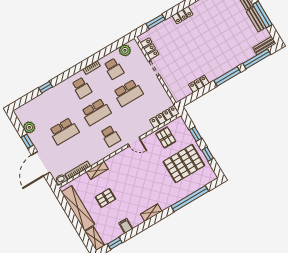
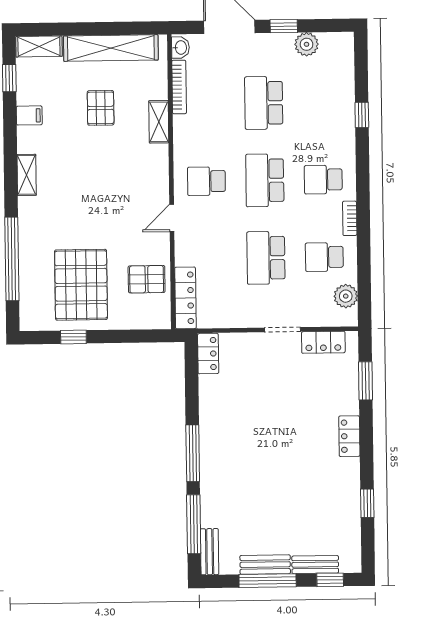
locker: (199, 84) -> (208, 354), moved
window: (196, 134) -> (122, 336), removed

